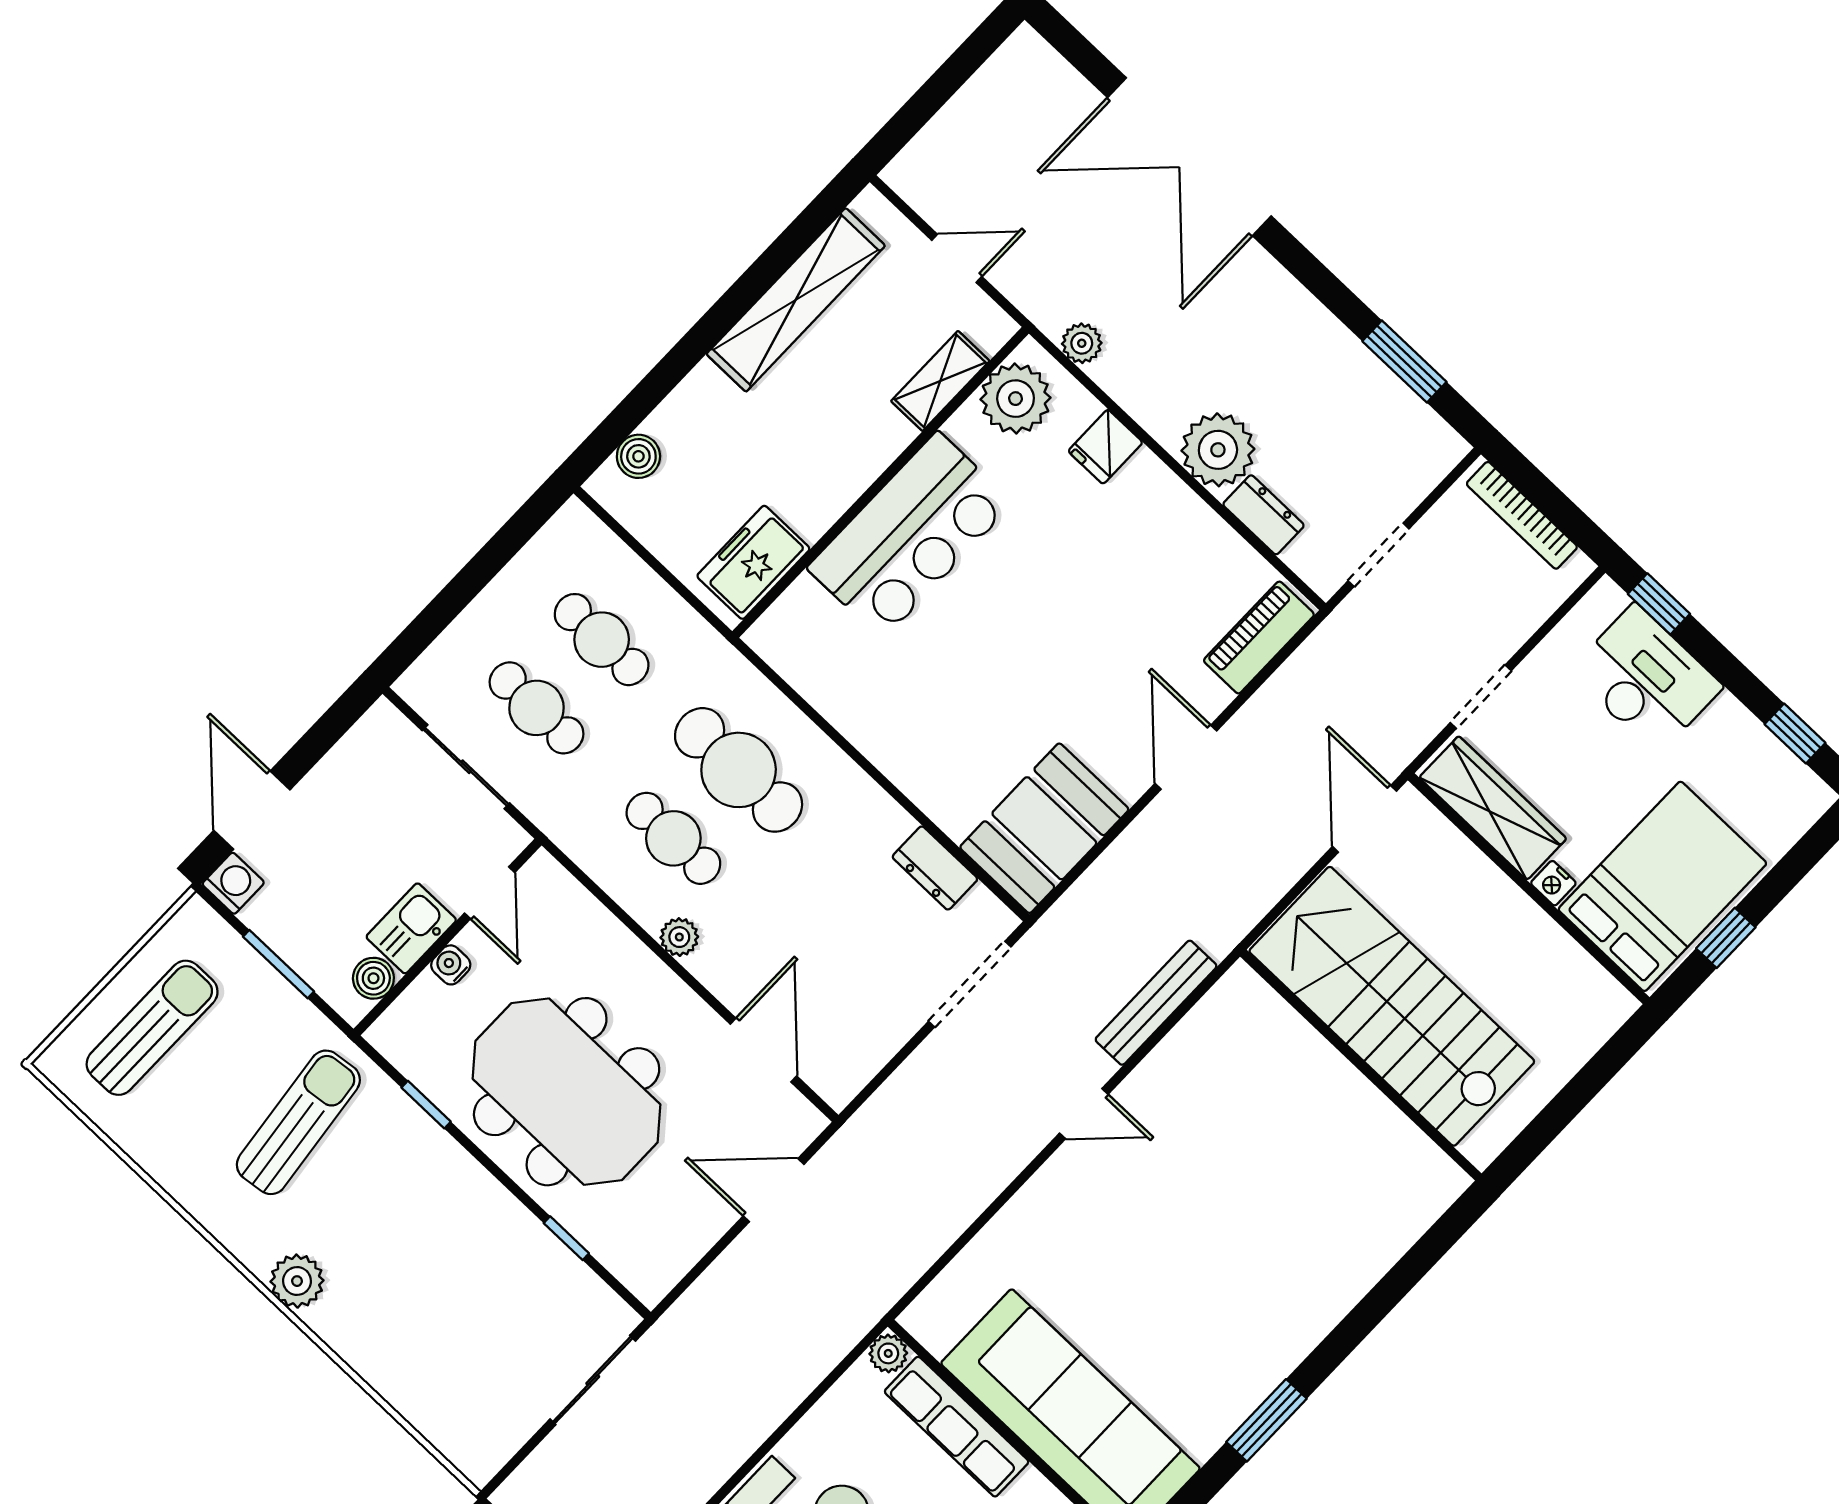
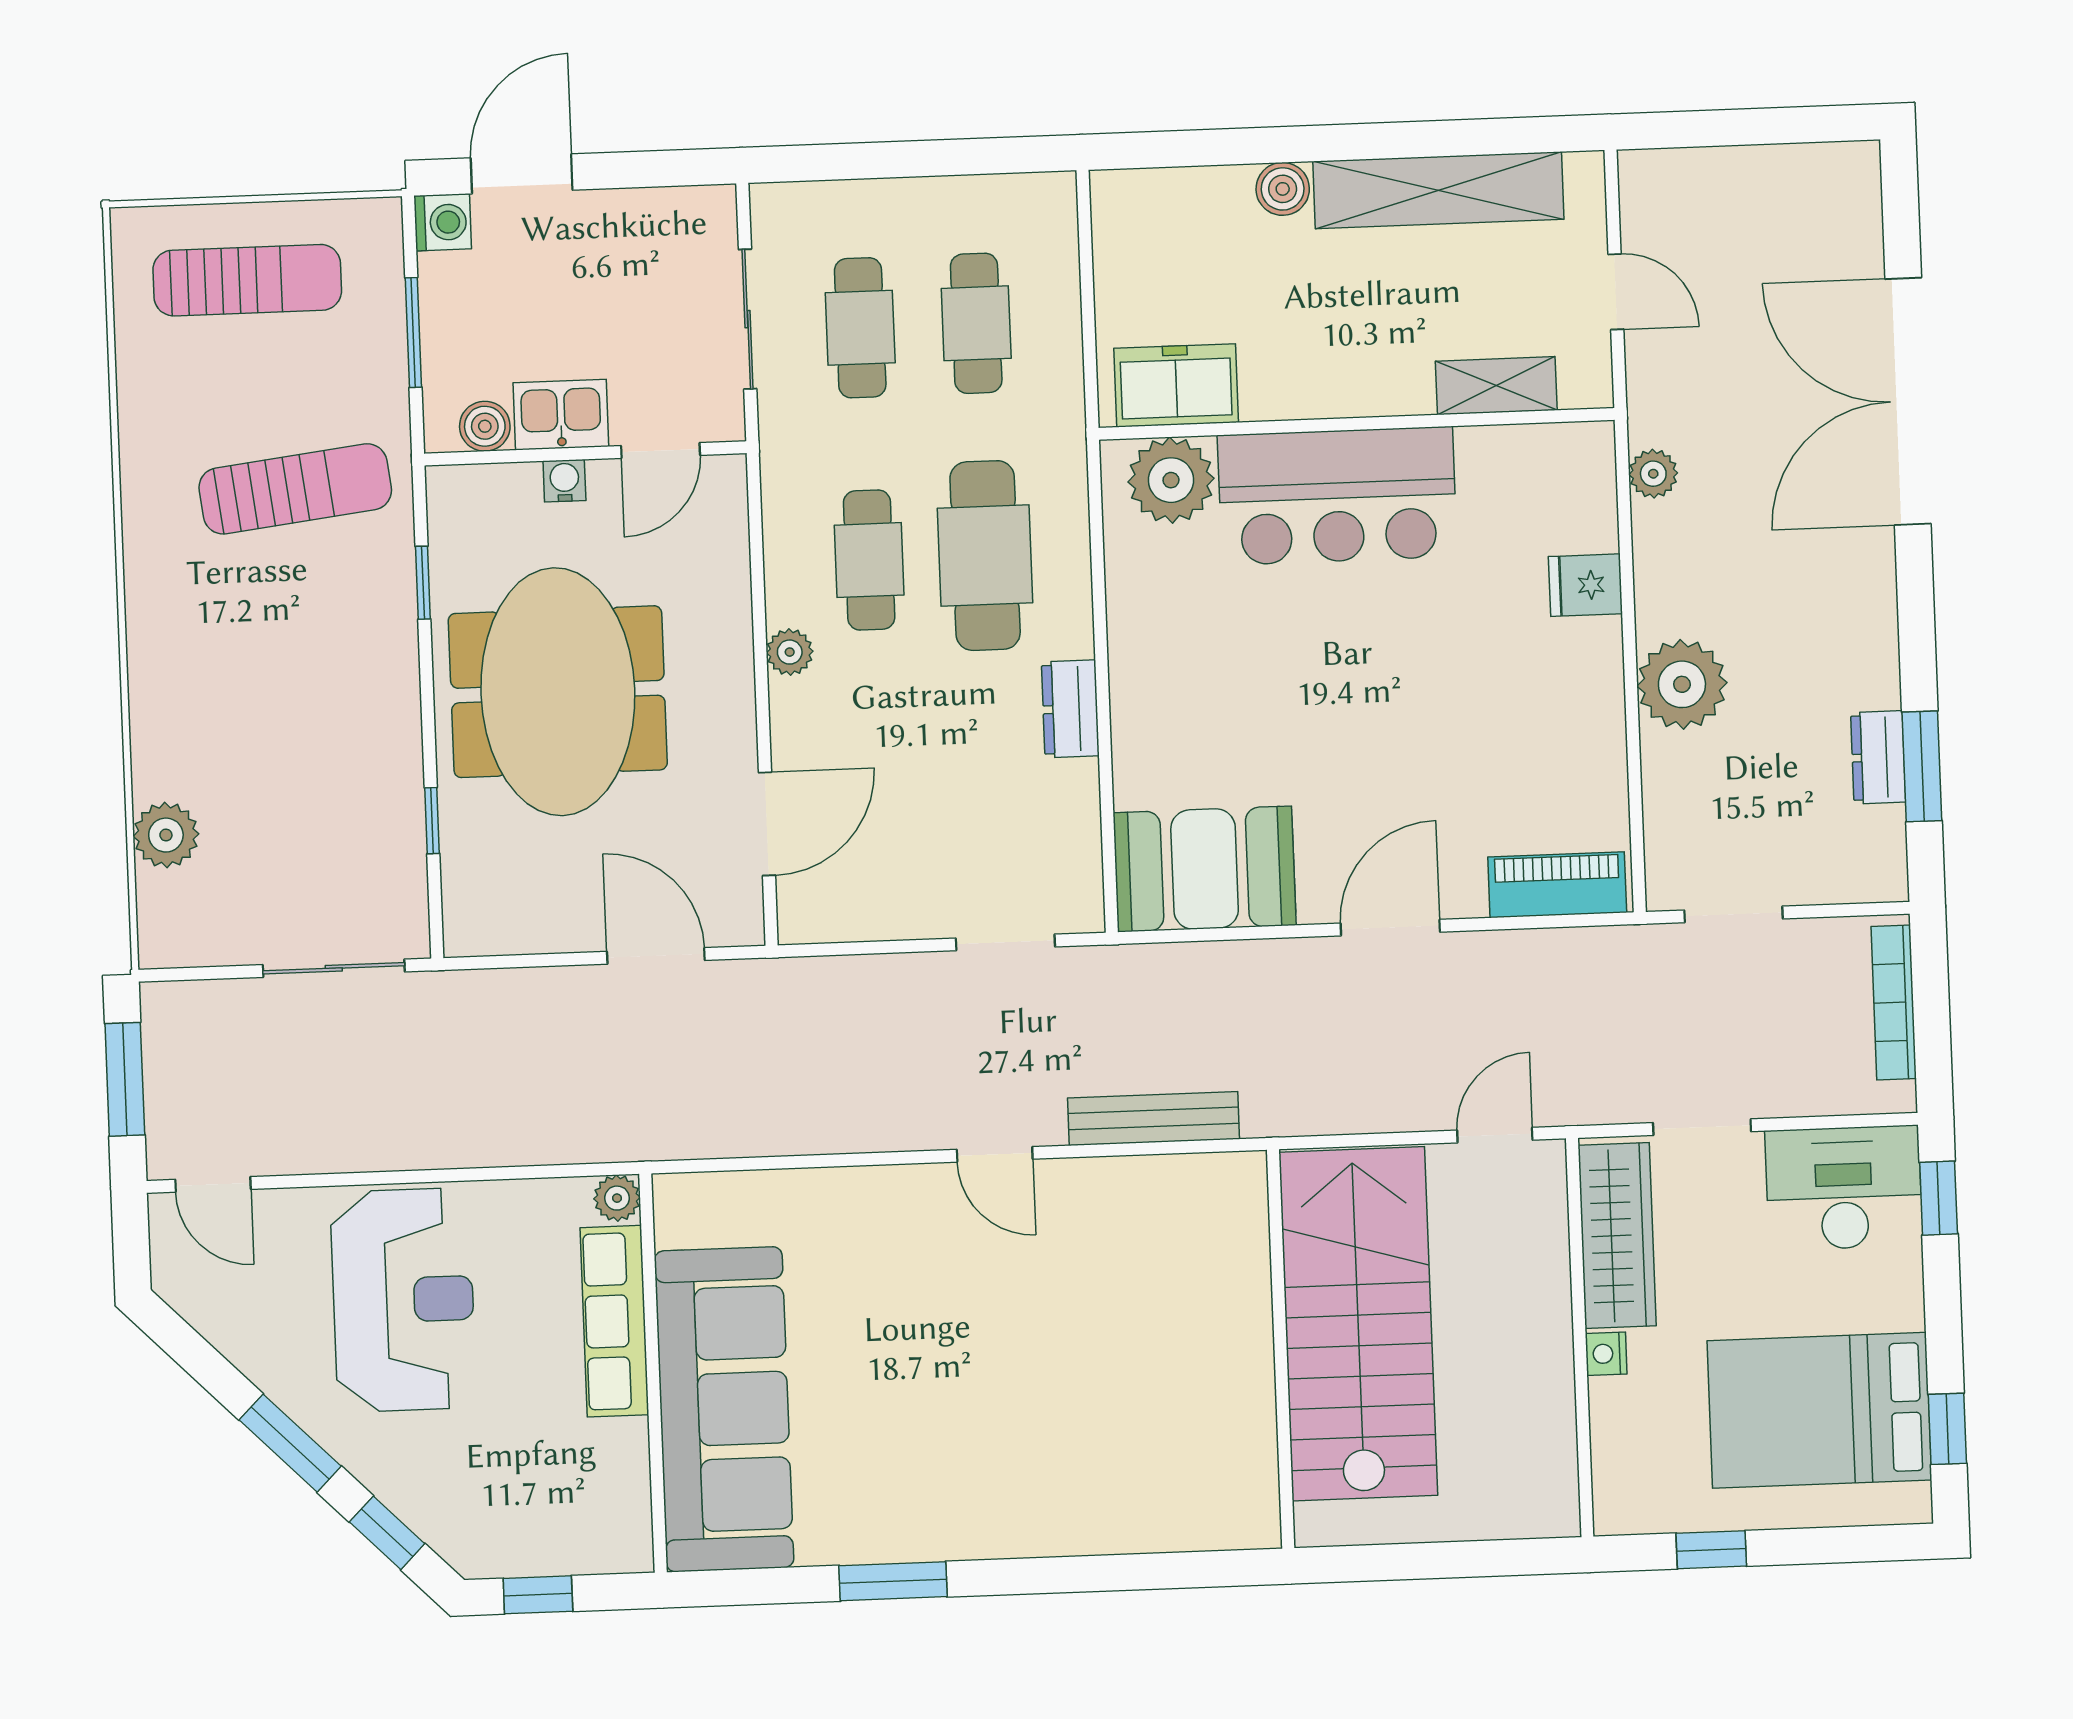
plant: (1016, 399) -> (1171, 480), moved
boiler: (638, 456) -> (1283, 189), moved
dresser: (1263, 515) -> (1878, 757), moved, turned 180
desk: (1646, 679) -> (1844, 1188), moved, turned -90
door: (1365, 819) -> (1495, 1135), width x0.73
dresser: (935, 868) -> (1070, 709), moved
bed: (1662, 886) -> (1819, 1410), moved, turned 180
doorway: (970, 984) -> (1005, 942), width x0.73
plant: (297, 1281) -> (166, 835), moved

